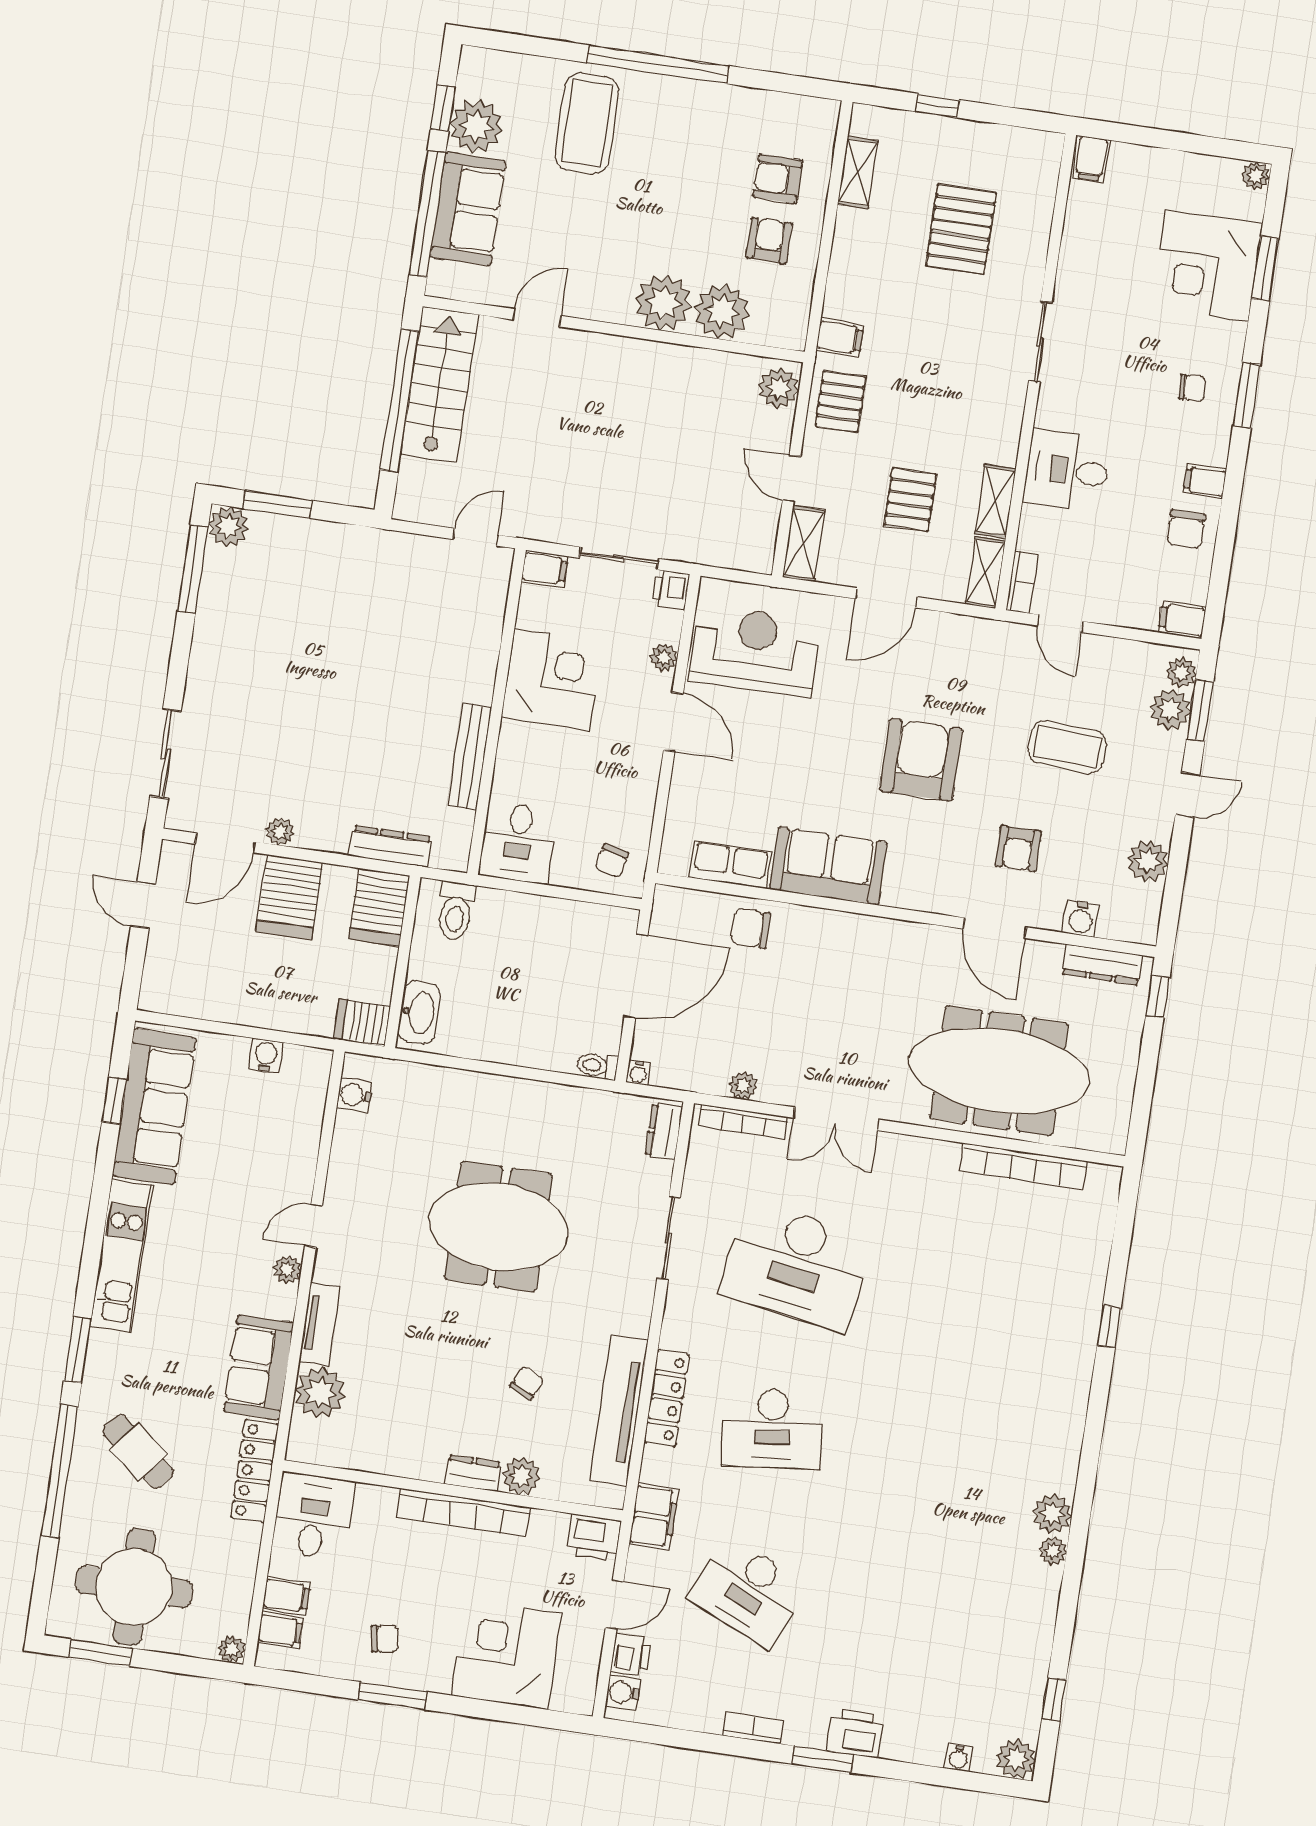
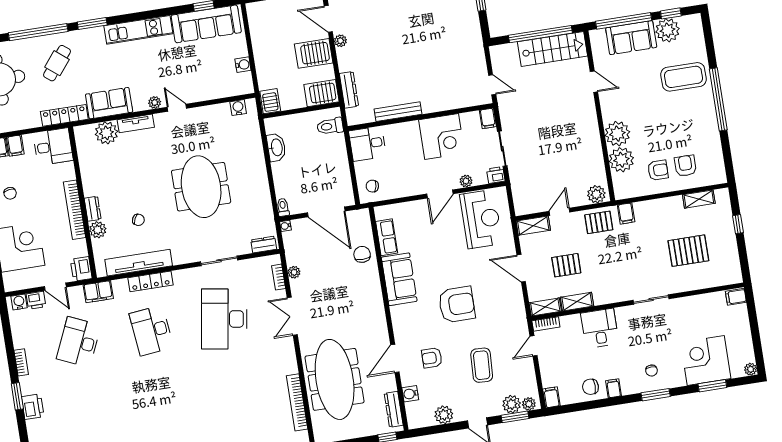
washbasin: (419, 1013) -> (276, 147), moved, turned -90
bookcase: (743, 1122) -> (279, 277), width x0.64

